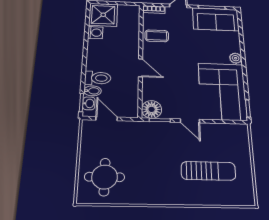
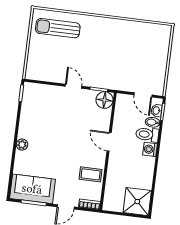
washing machine: (95, 33) -> (150, 149), moved
corner sofa: (222, 91) -> (40, 112), removed
sun lounger: (208, 171) -> (58, 28), moved
round table: (105, 177) -> (149, 44), removed

